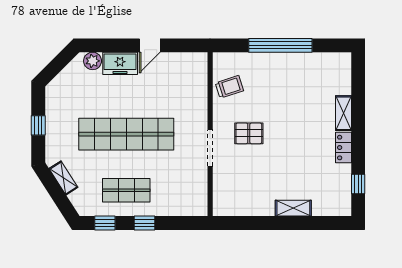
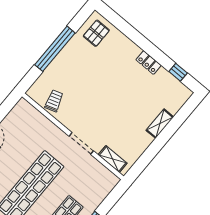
shelving: (343, 113) -> (113, 159), moved
pallet: (249, 133) -> (96, 33), moved

